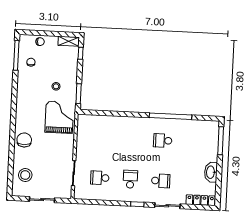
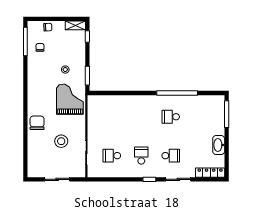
stool: (25, 175) -> (61, 141), moved

